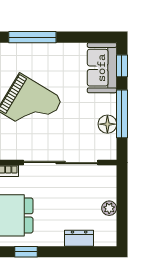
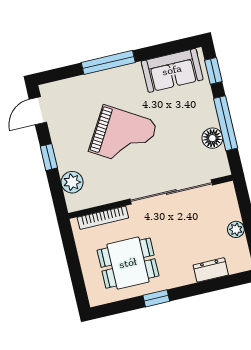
sofa: (102, 68) -> (172, 70), moved, turned -90

